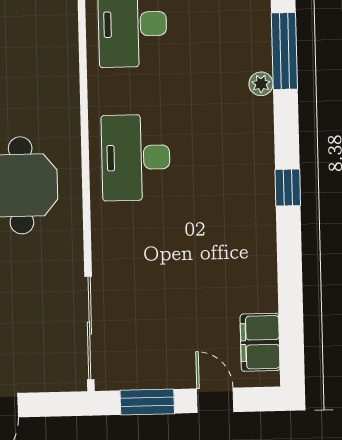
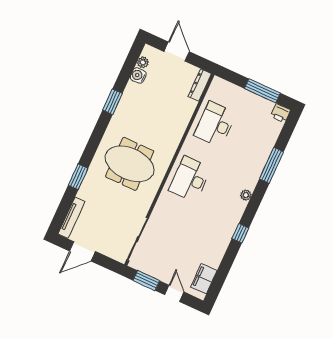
plant: (261, 84) -> (246, 195), moved
window: (288, 188) -> (240, 233), moved

